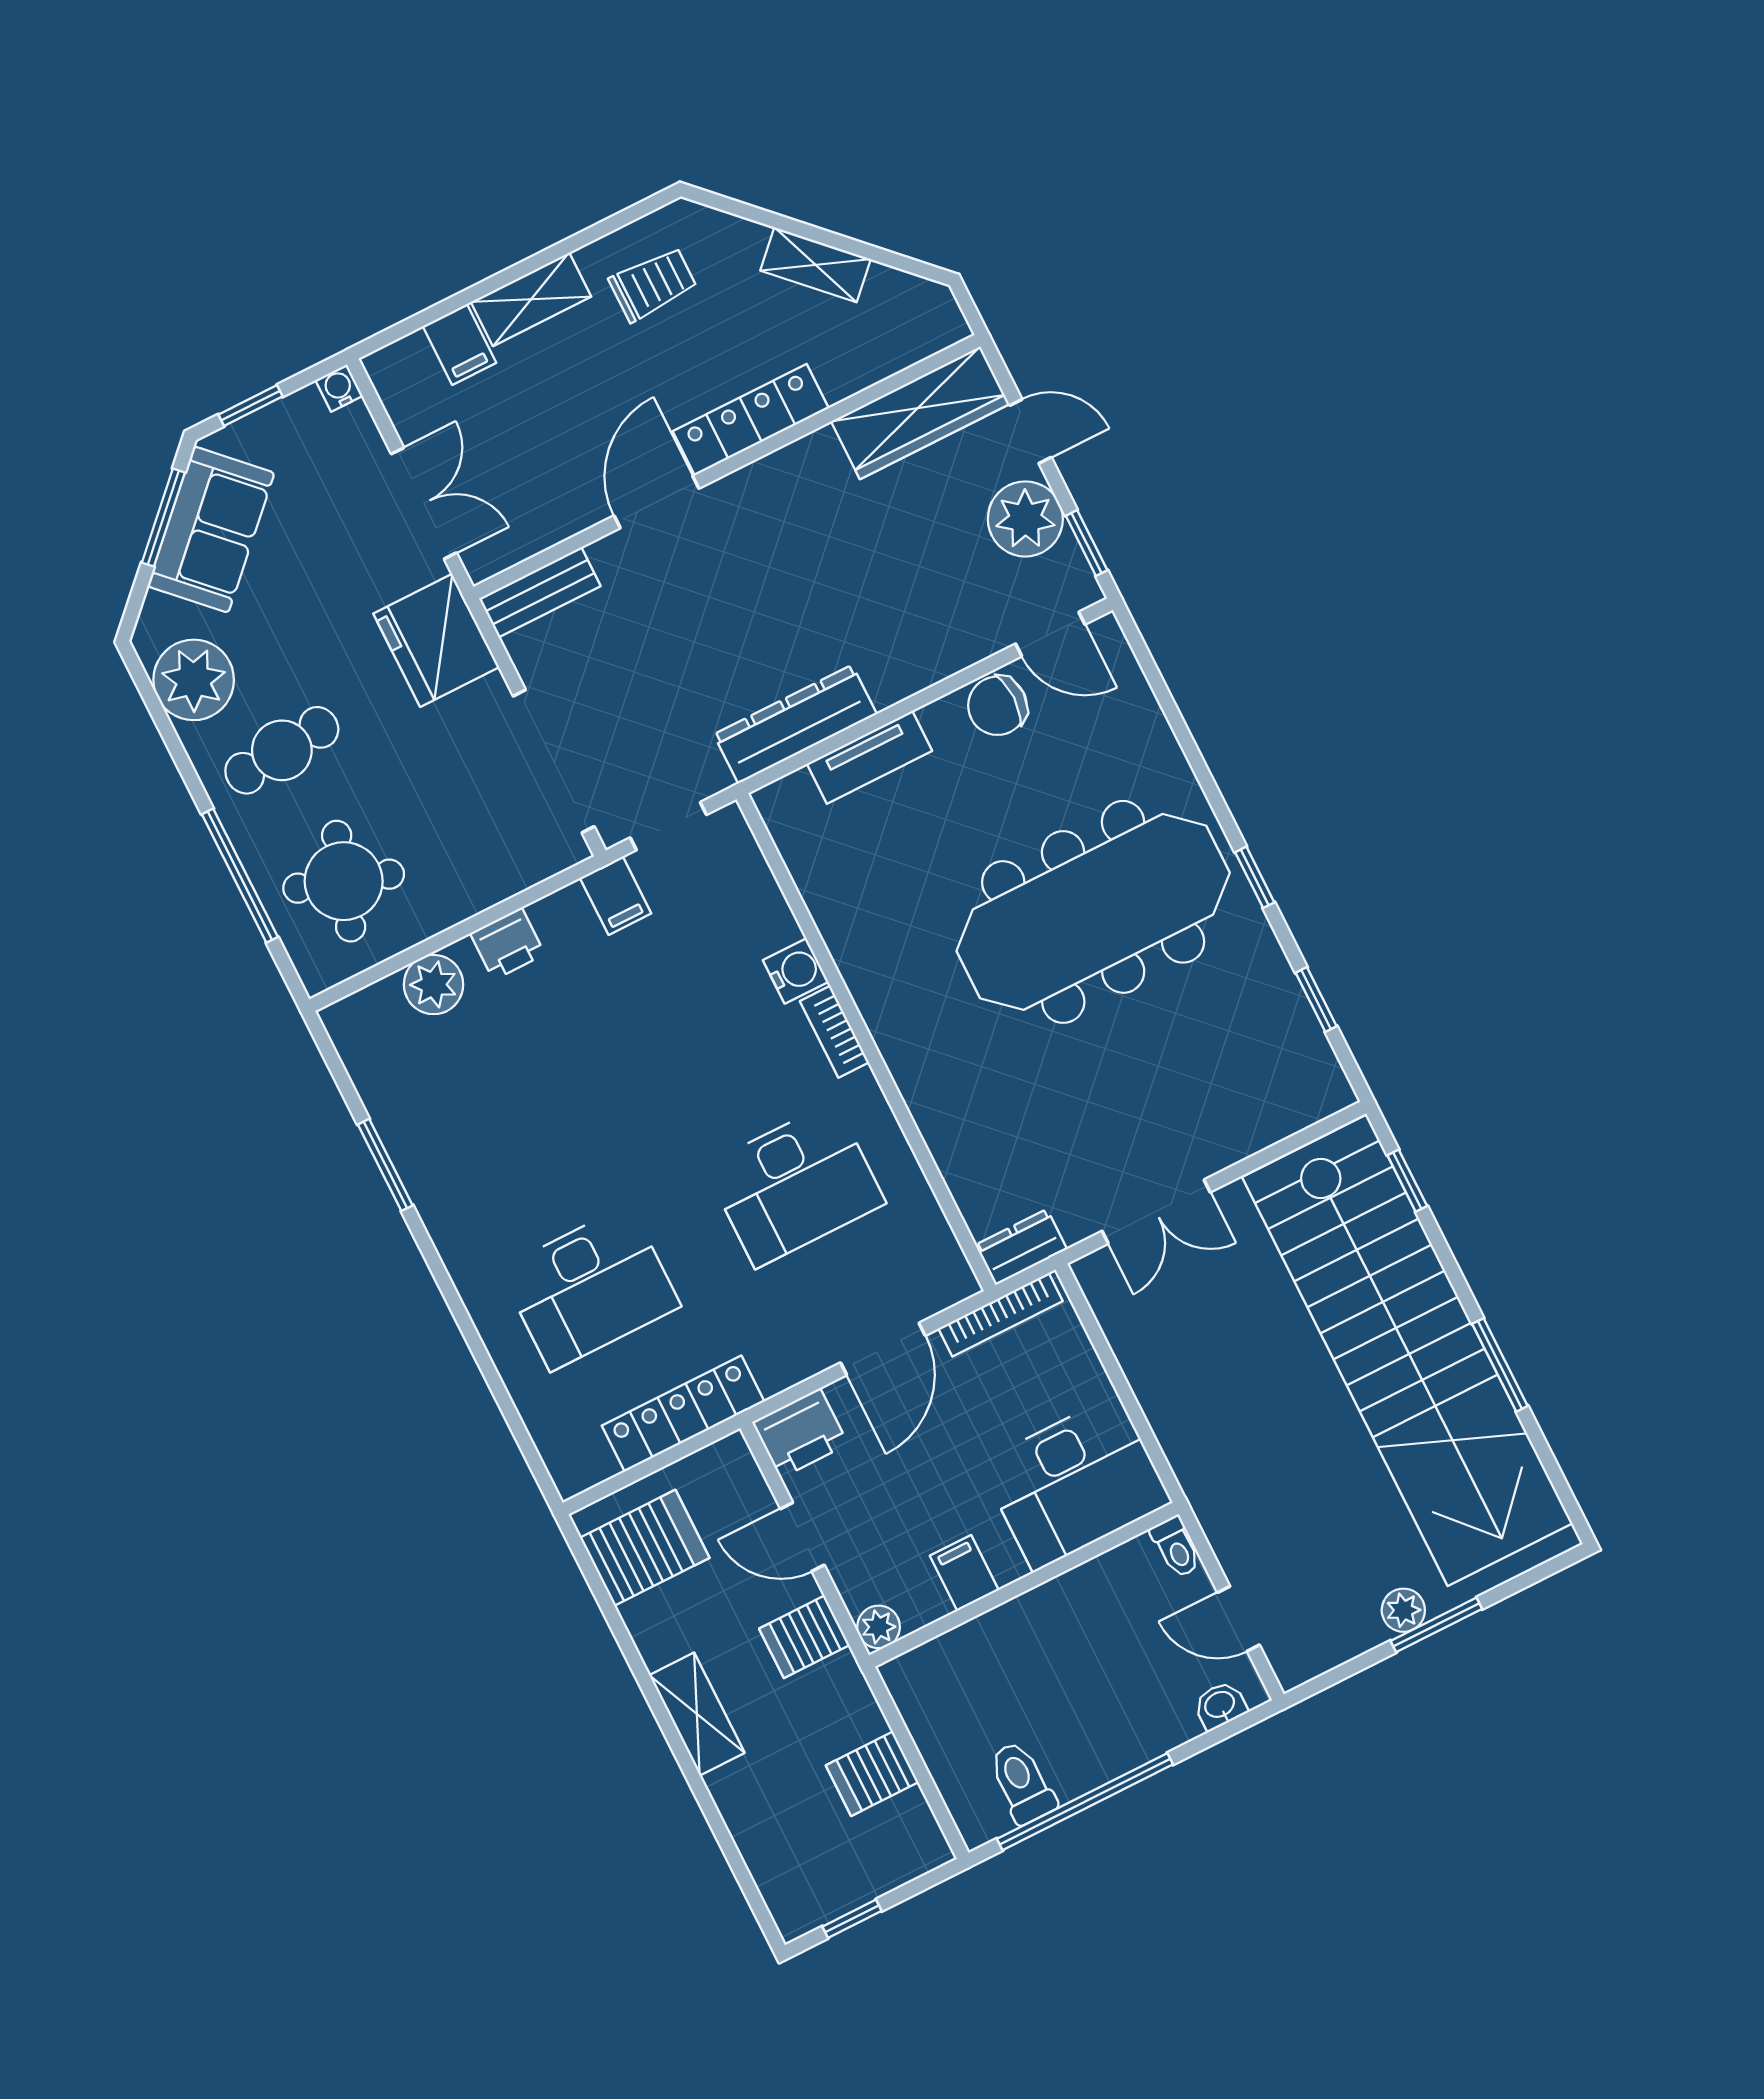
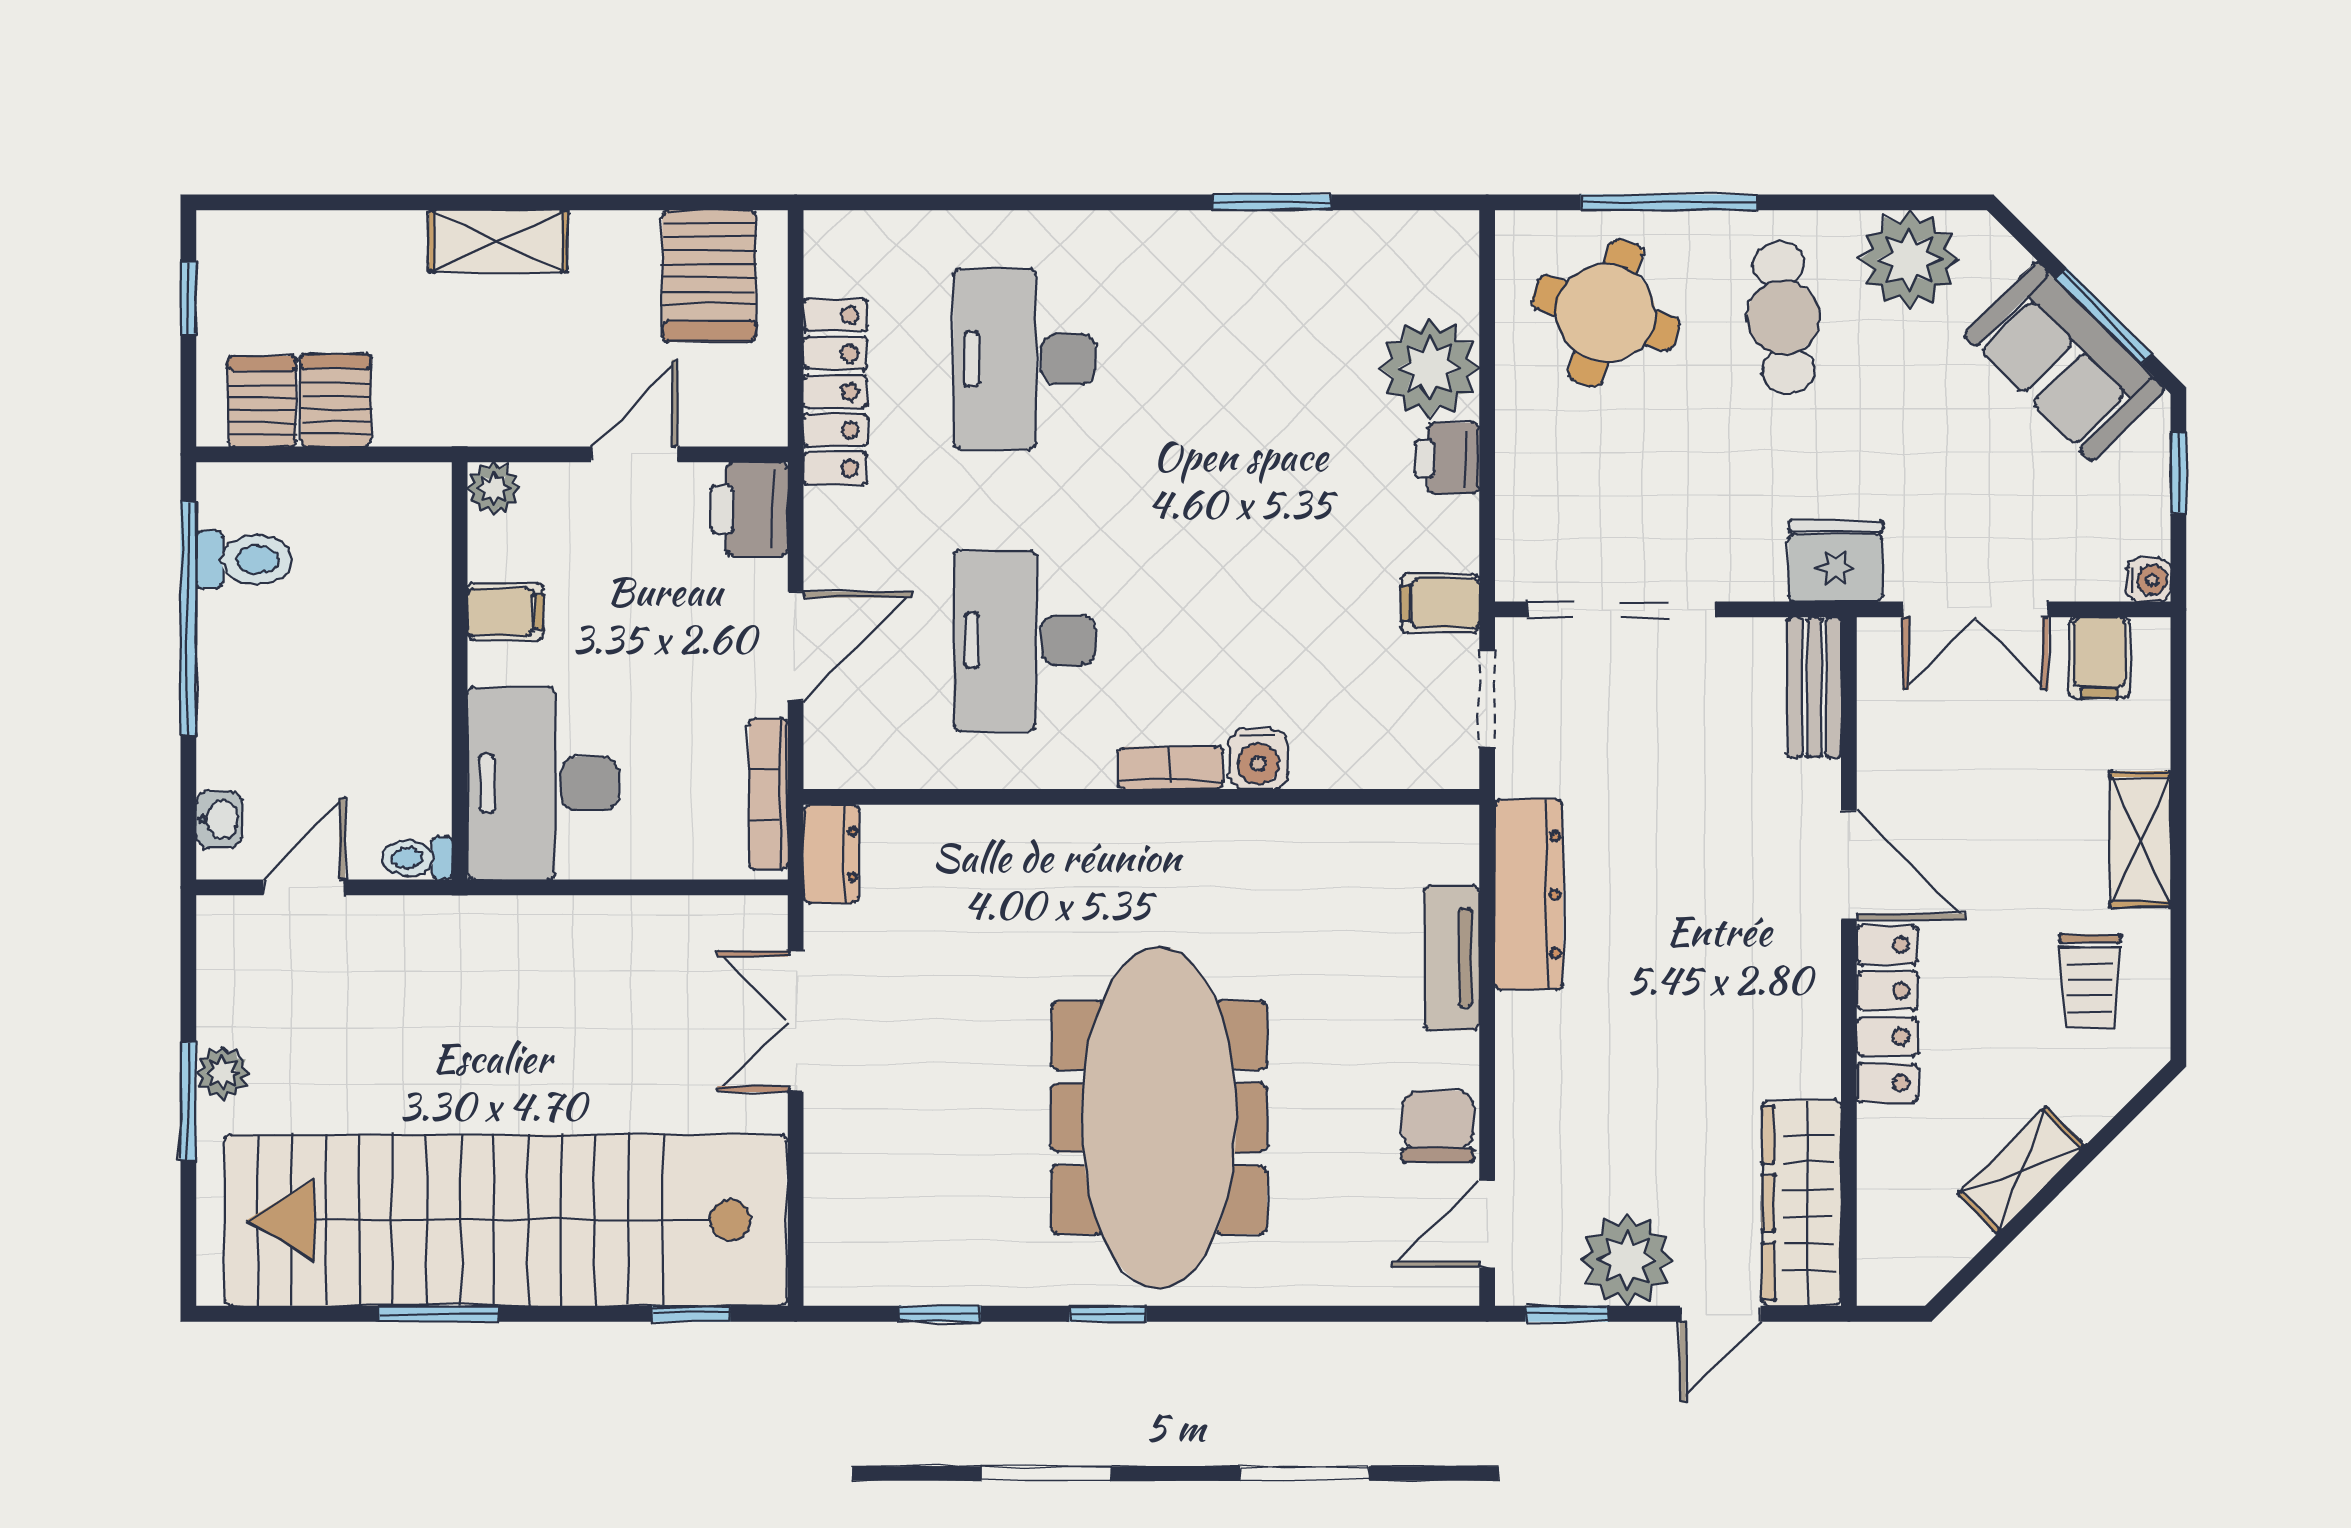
filing cabinet: (459, 344) -> (2099, 658), moved, turned -90
fridge: (436, 640) -> (1836, 561), width x0.73, depth x0.75
plant: (434, 985) -> (1430, 368), width x1.36, depth x1.36
door: (883, 1349) -> (796, 646), swing flipped
server rack: (804, 1637) -> (262, 401), moved

